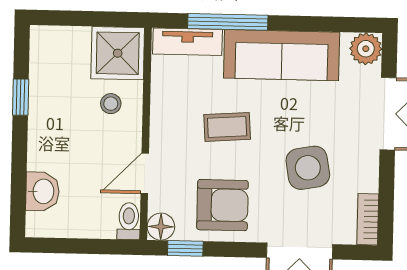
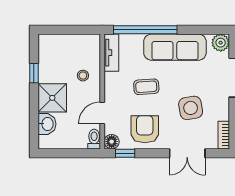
window: (228, 22) -> (145, 30), width x1.46
tv unit: (188, 42) -> (111, 53), moved, turned -90
shower: (118, 53) -> (52, 98), moved
armchair: (222, 205) -> (145, 129), turned -90

